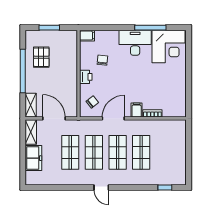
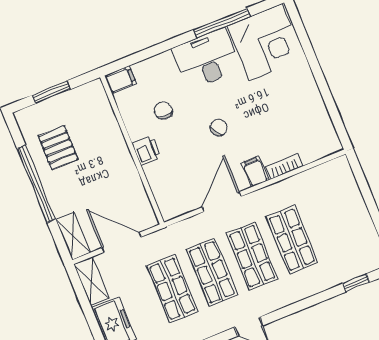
chair: (92, 102) -> (219, 128), moved

